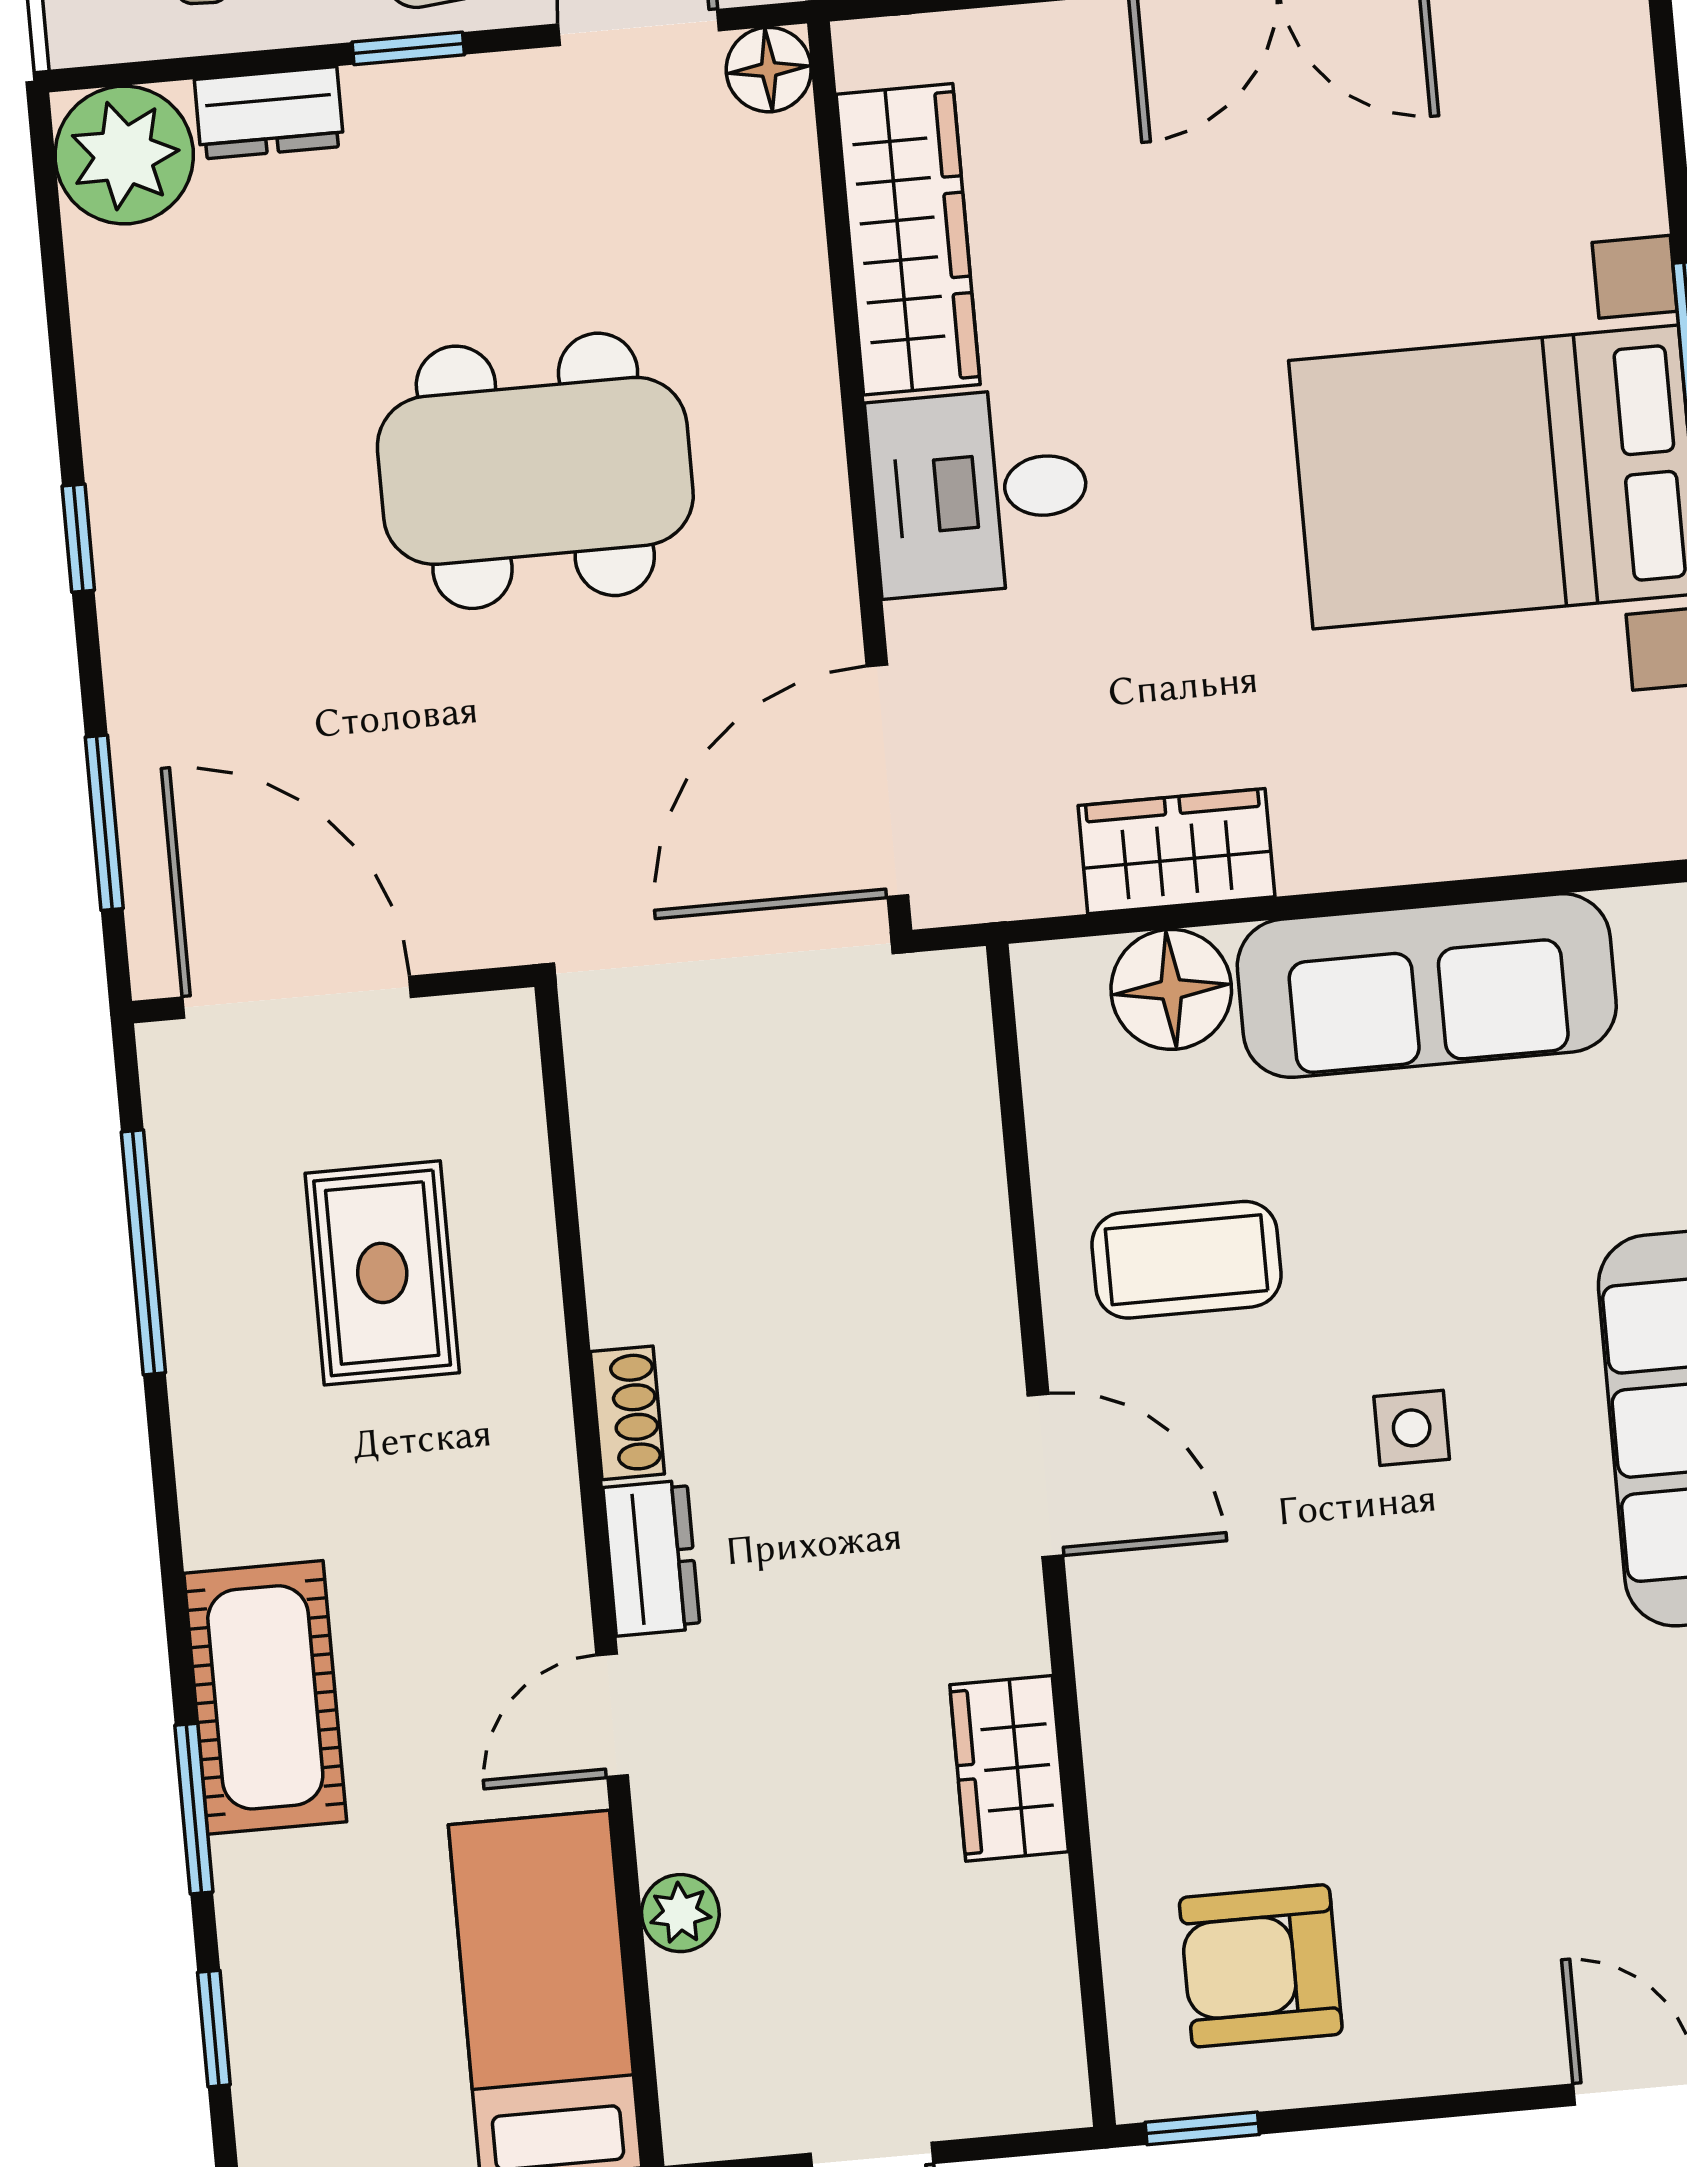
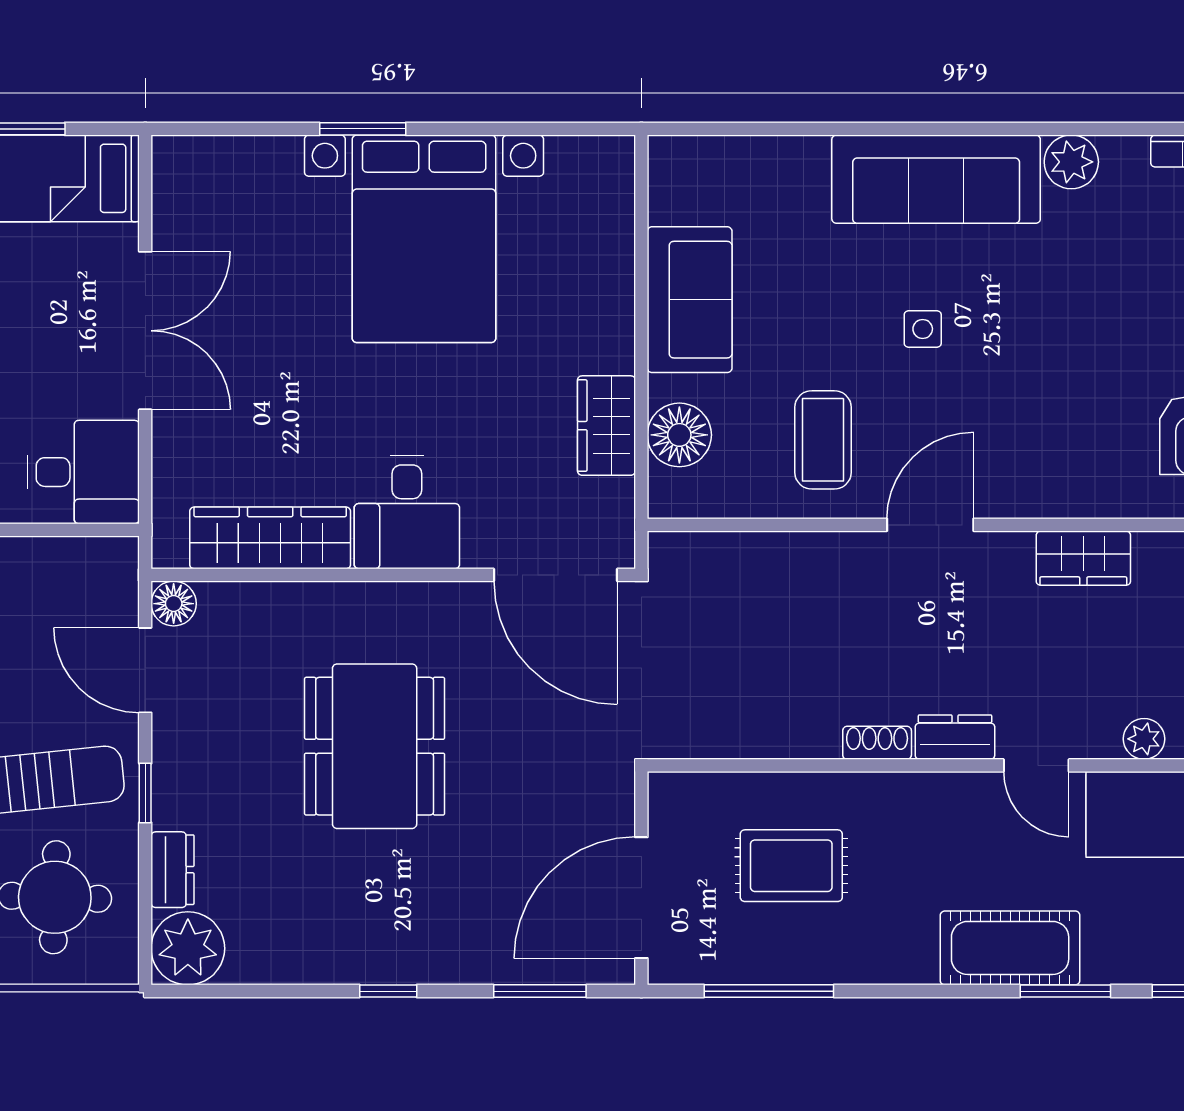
sofa: (1427, 986) -> (690, 300), width x0.73

